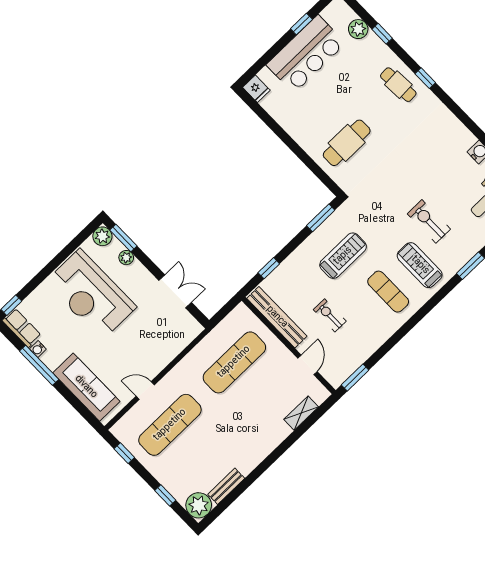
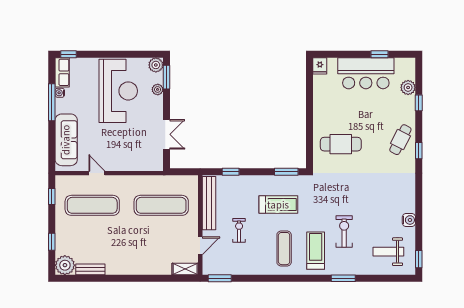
cafe table: (398, 85) -> (400, 140), turned 30
reception desk: (91, 295) -> (118, 91), turned 180
shelving: (301, 413) -> (185, 269), moved

